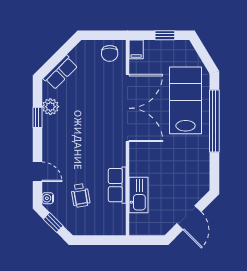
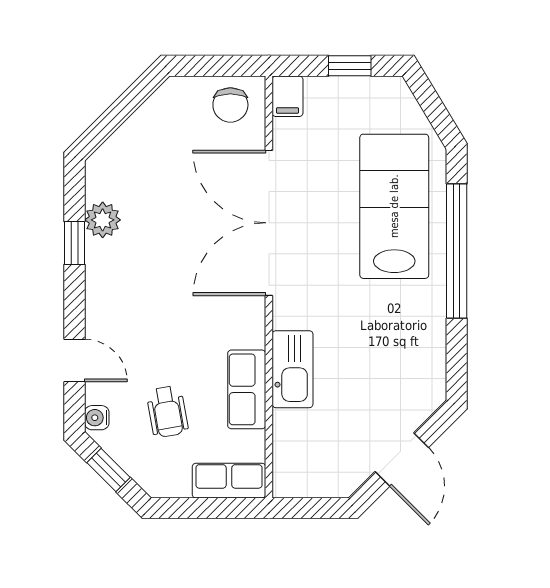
row of seats: (60, 72) -> (229, 481), moved, turned -135
double door: (127, 108) -> (269, 223), swing flipped
kitchen sink: (138, 195) -> (293, 369), moved

